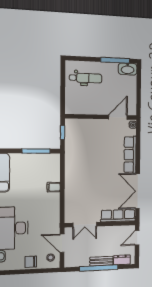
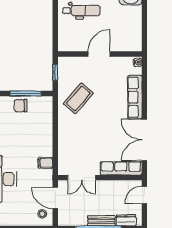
door: (118, 117) -> (99, 54), moved
coffee table: (83, 156) -> (78, 98), added
filing cabinet: (54, 187) -> (45, 163), moved
chair: (31, 262) -> (21, 106), moved

